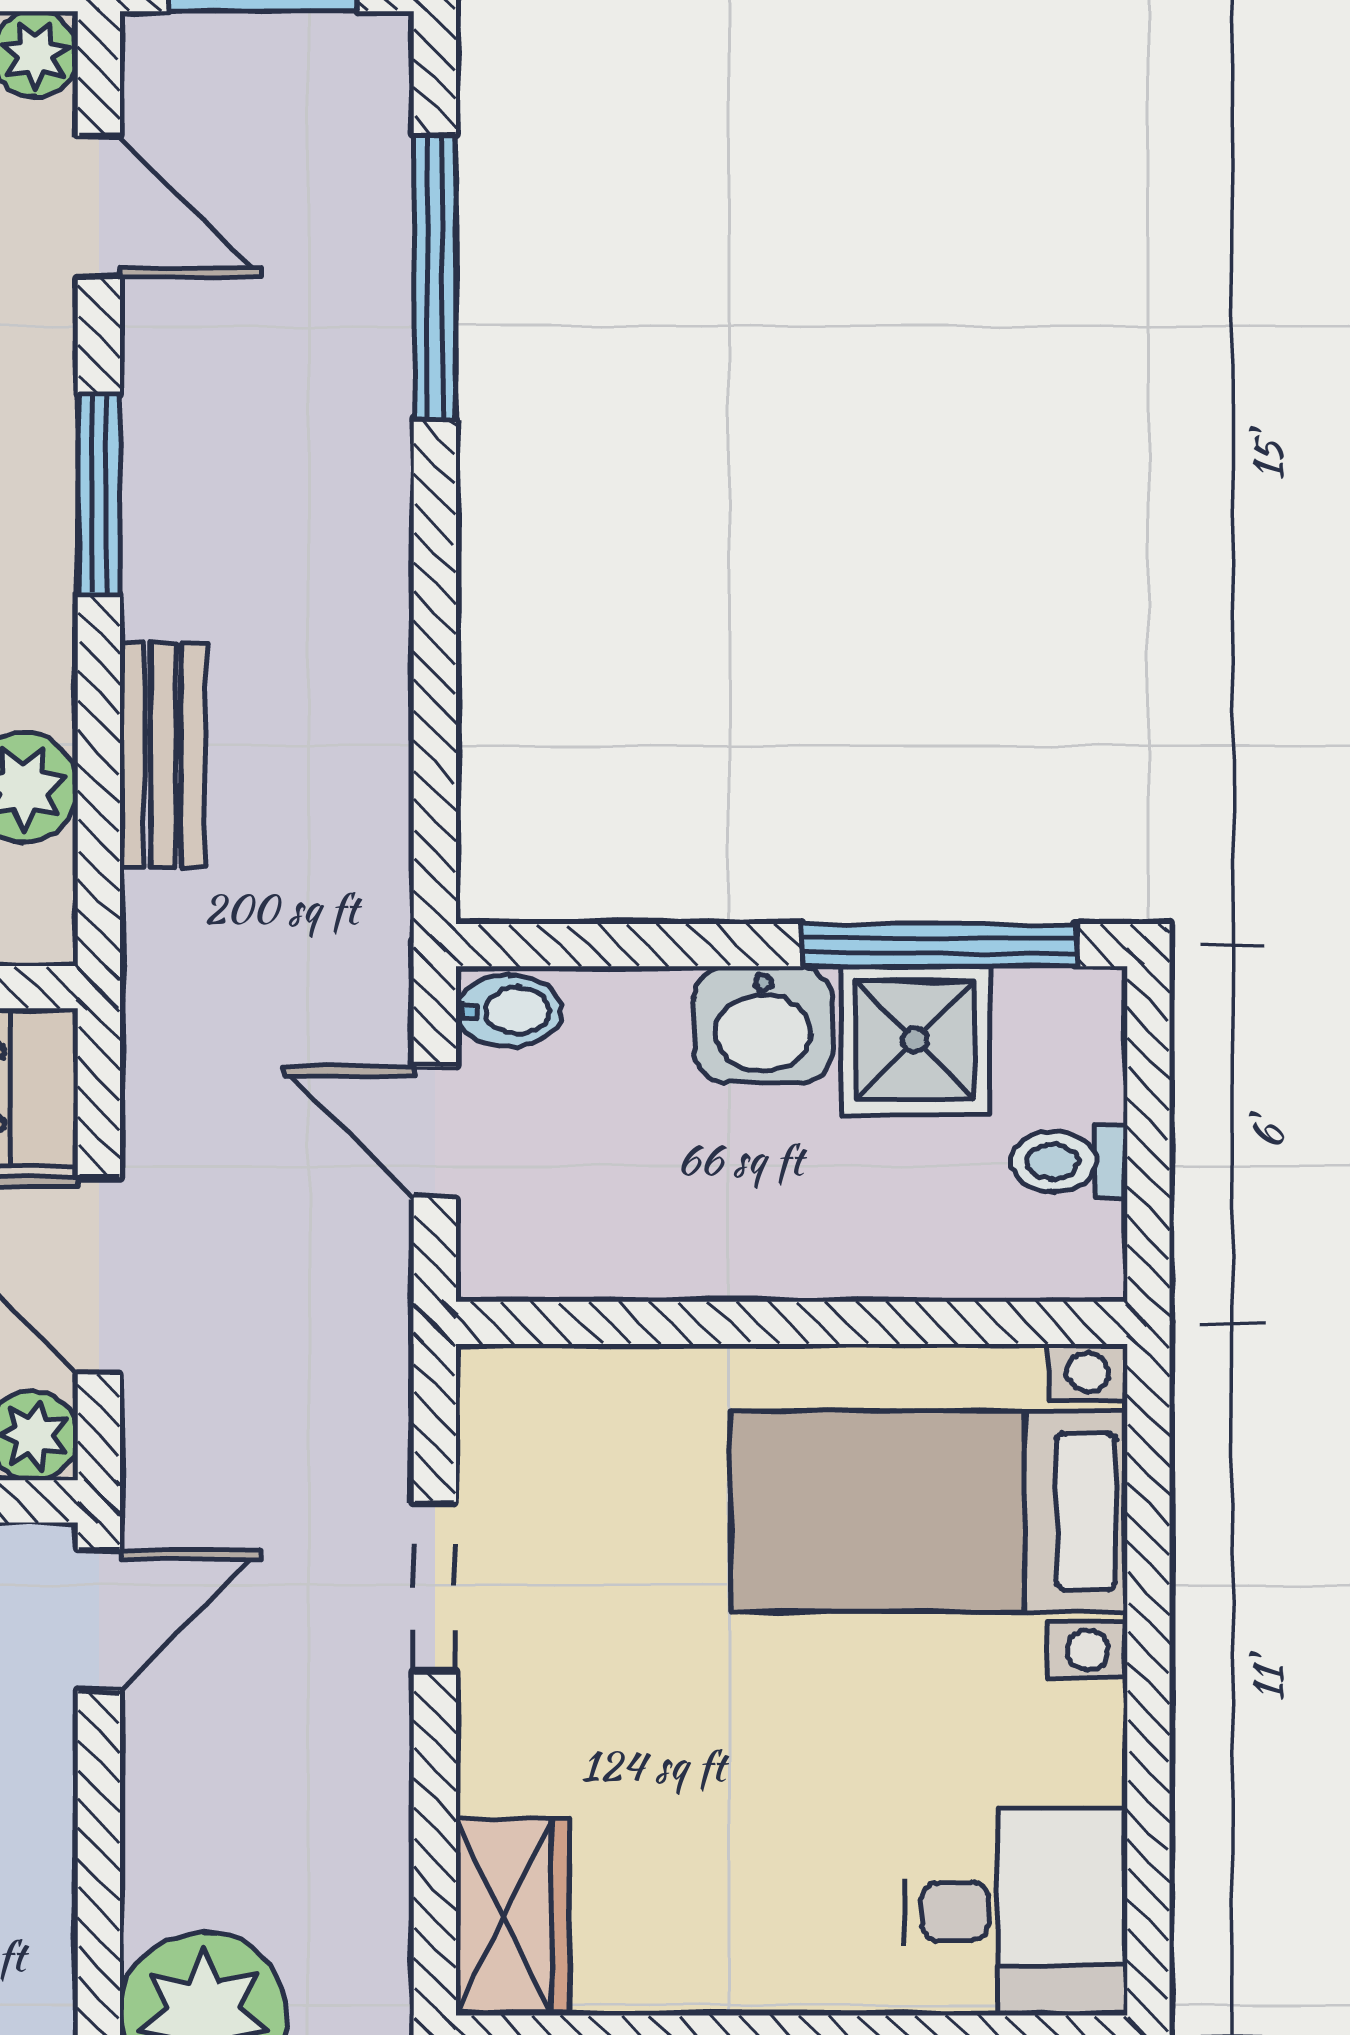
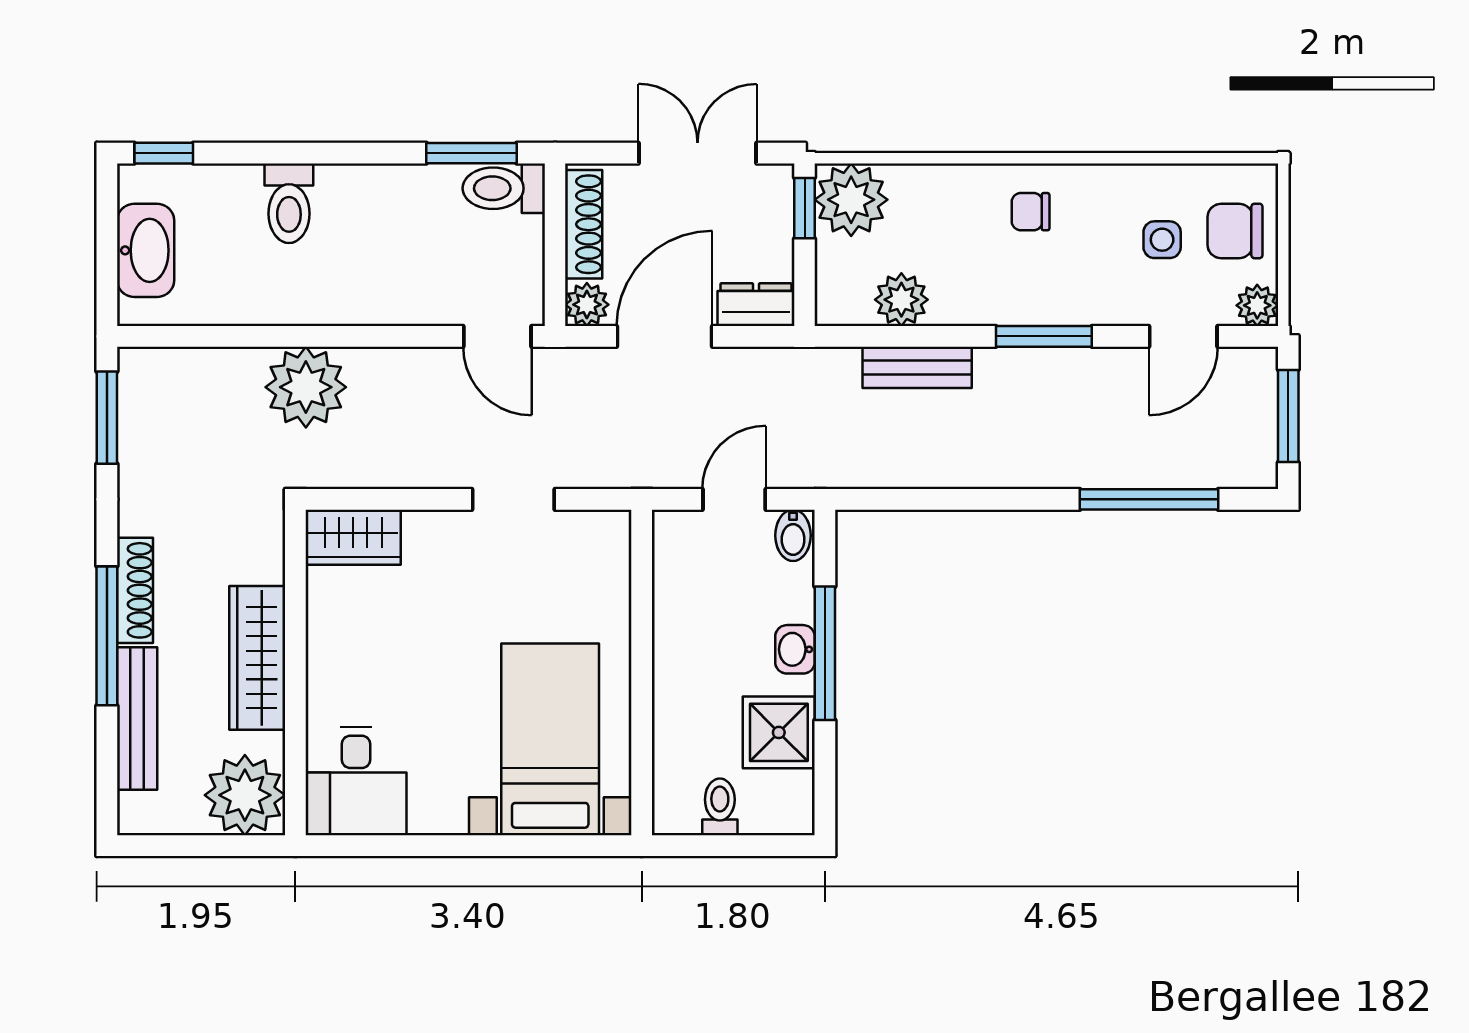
window: (939, 945) -> (825, 653), moved
washbasin: (763, 1025) -> (795, 649), width x0.72, depth x0.69

